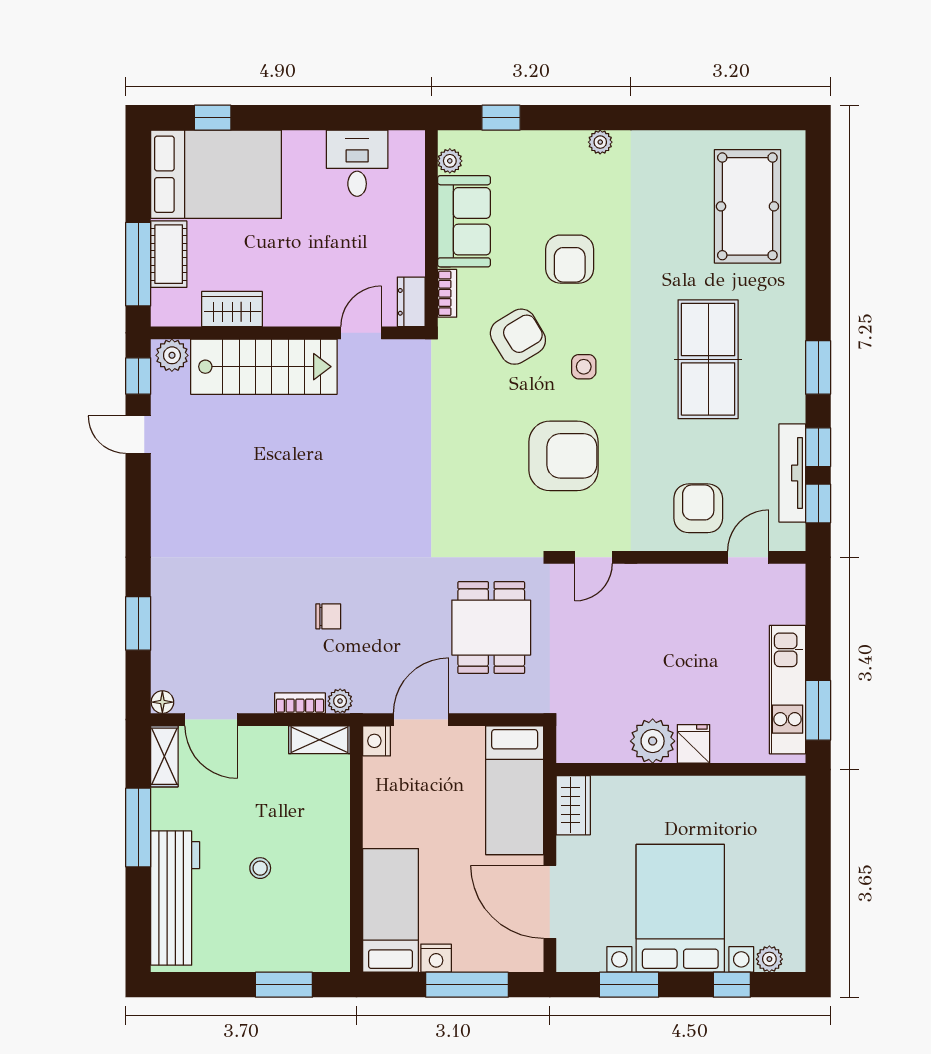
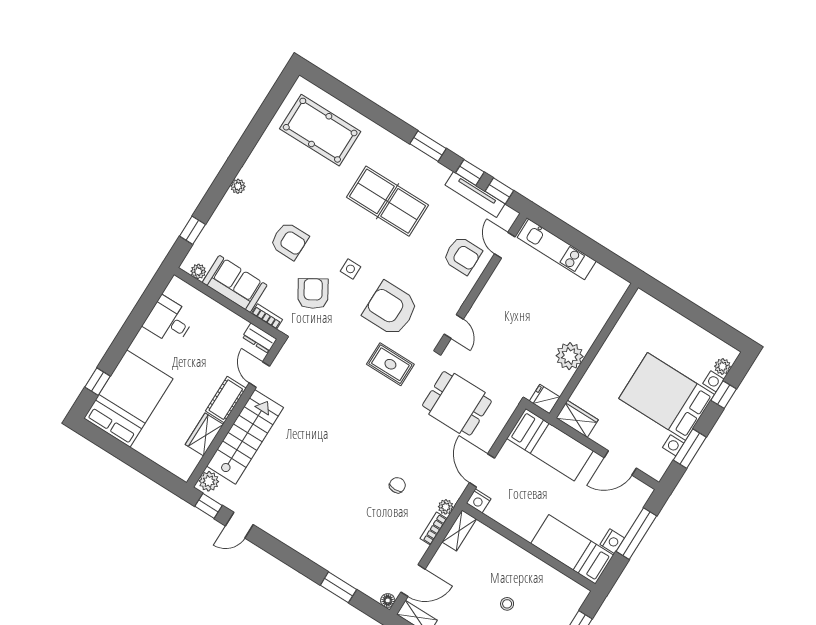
cot: (169, 254) -> (226, 400), moved, turned 90
window: (138, 264) -> (150, 469), removed
armchair: (564, 456) -> (391, 309), turned -90
rug: (488, 503) -> (390, 364), added
armchair: (698, 508) -> (462, 255), turned 180
kitchen unit: (788, 690) -> (557, 249), moved
window: (818, 710) -> (608, 259), removed
fridge: (693, 744) -> (545, 399), moved
door: (550, 902) -> (620, 463), width x0.73

